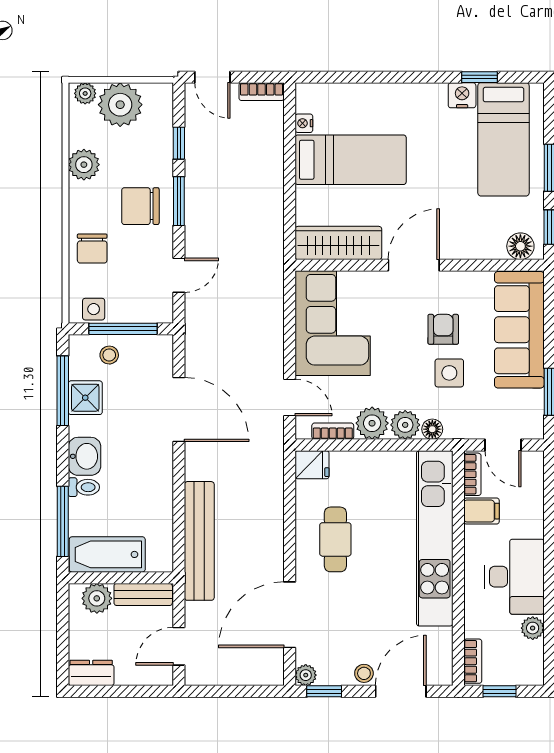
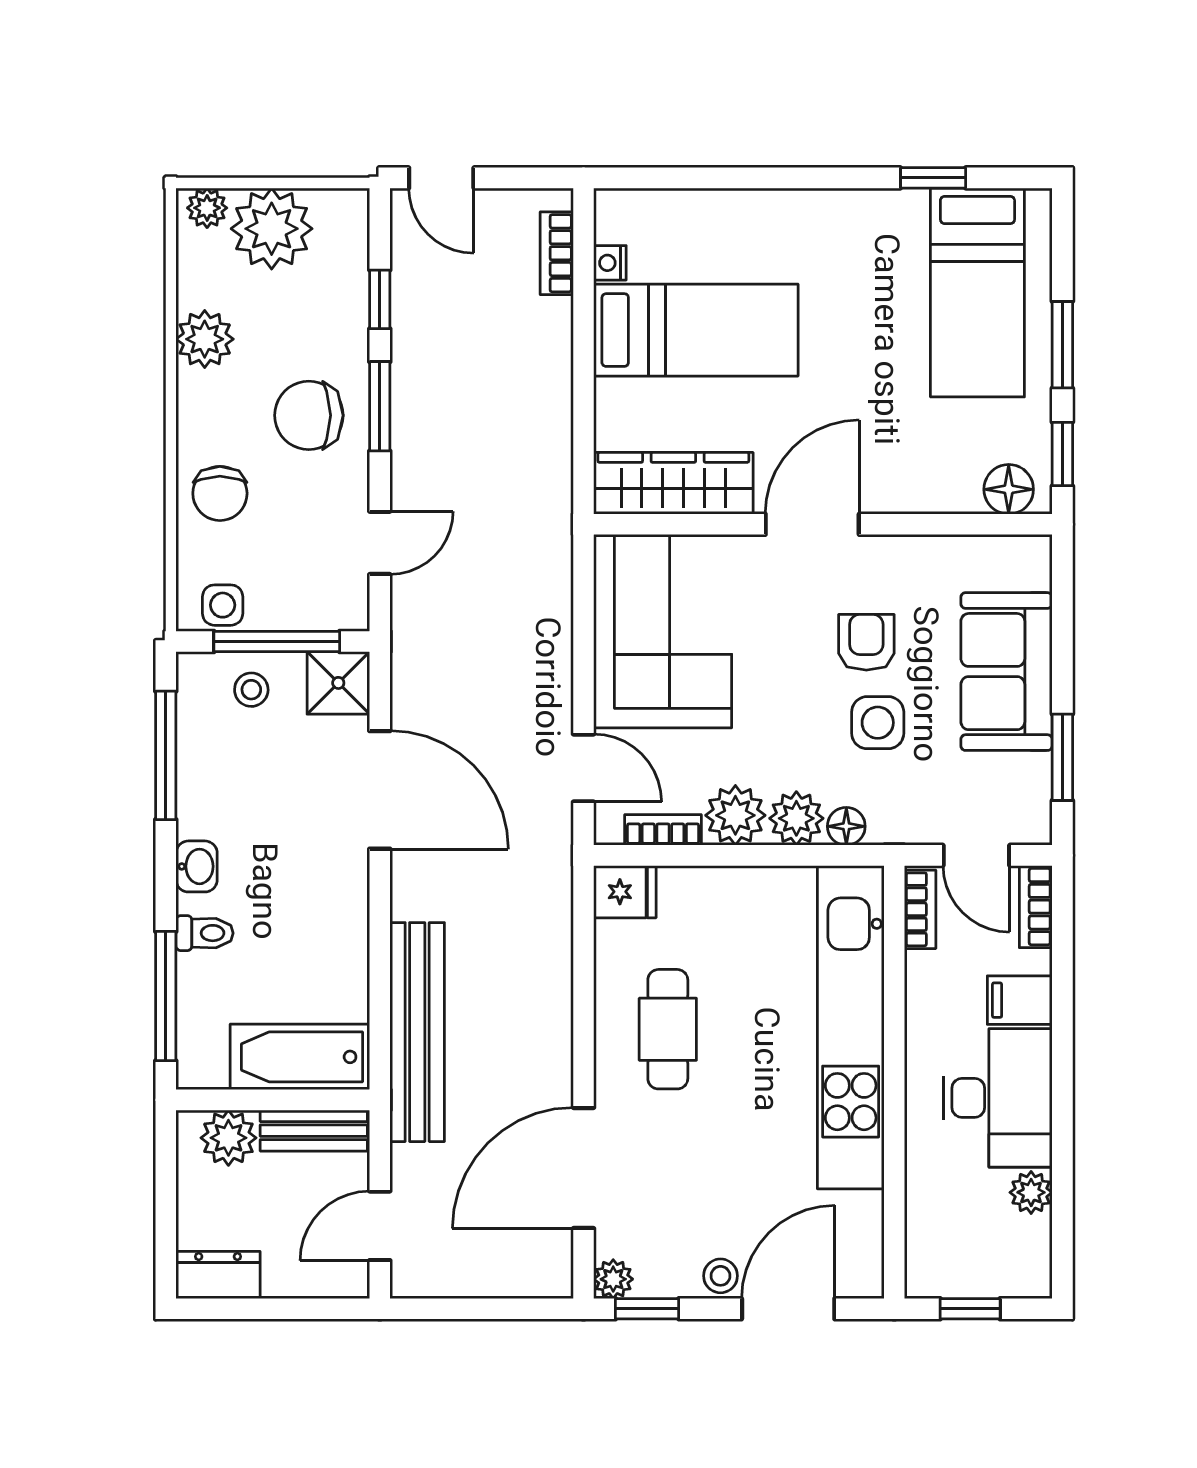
bookcase: (262, 92) -> (557, 253), moved, turned 90
nightstand: (462, 95) -> (901, 211), removed
sofa: (519, 330) -> (1007, 672), width x0.73
shower: (85, 398) -> (338, 683), moved
washbasin: (84, 456) -> (197, 866), width x0.72, depth x0.69
filing cabinet: (481, 511) -> (1020, 1000), moved, turned 180
bathtub: (107, 554) -> (300, 1057), moved
bookcase: (473, 661) -> (1036, 907), moved, turned 180

